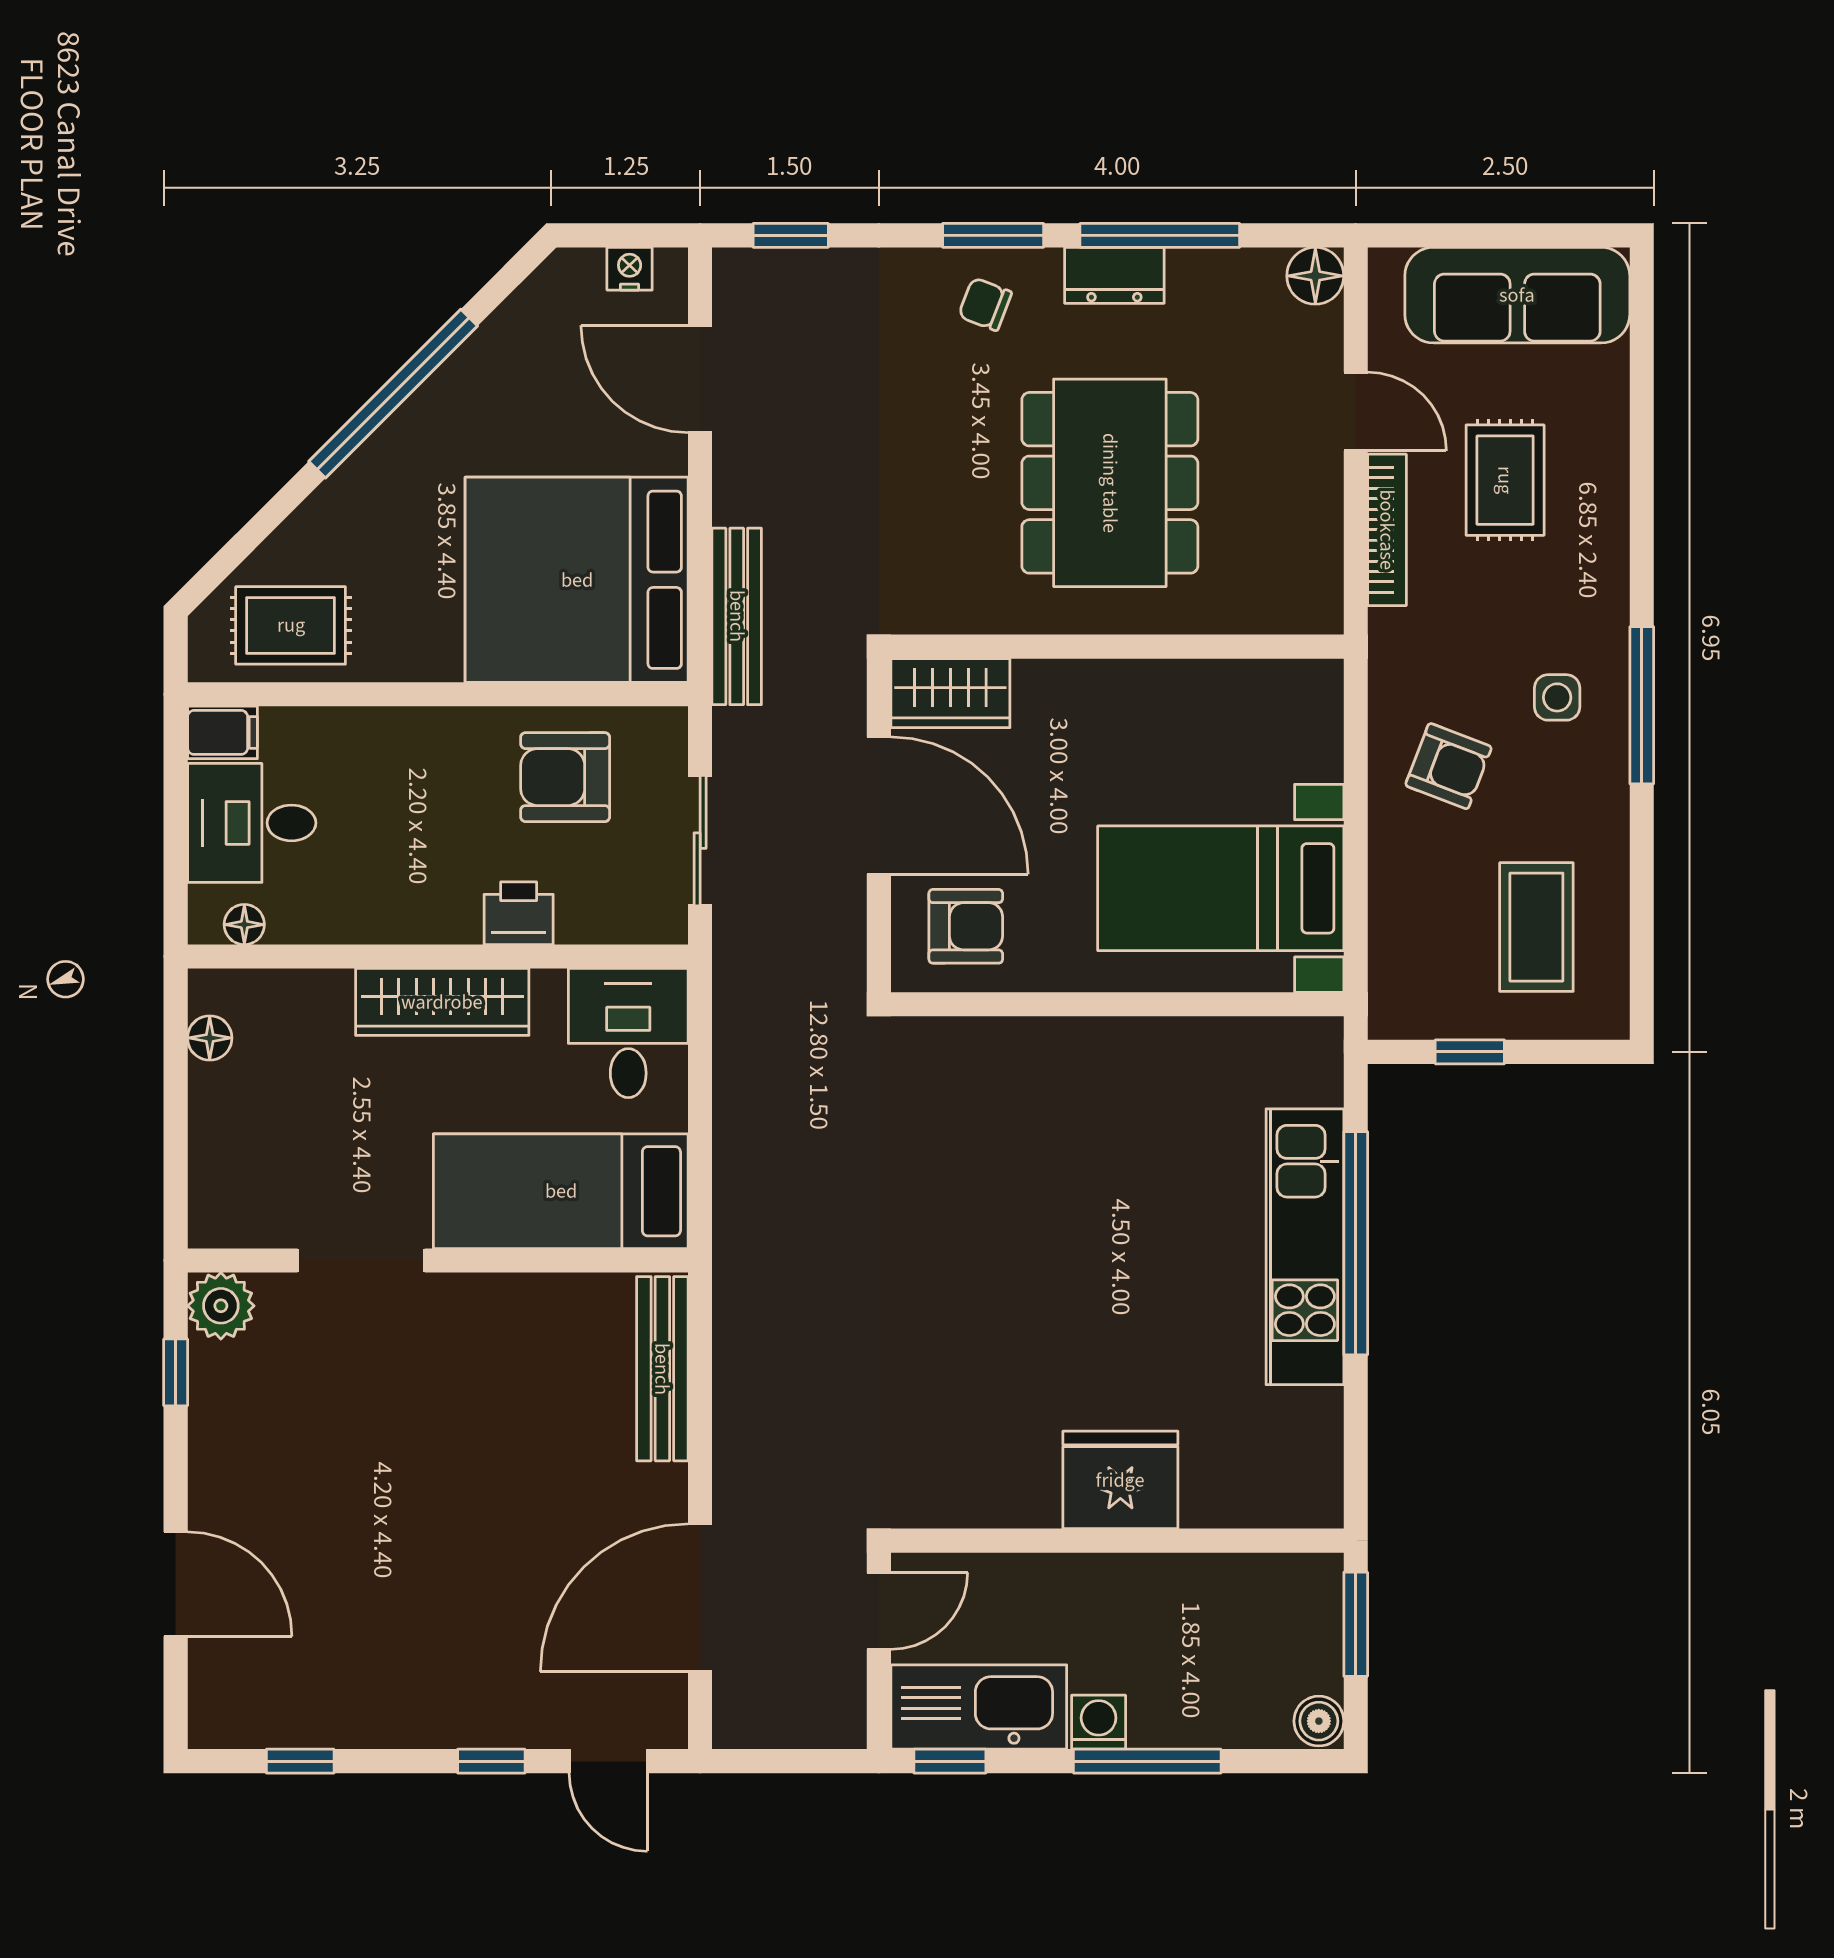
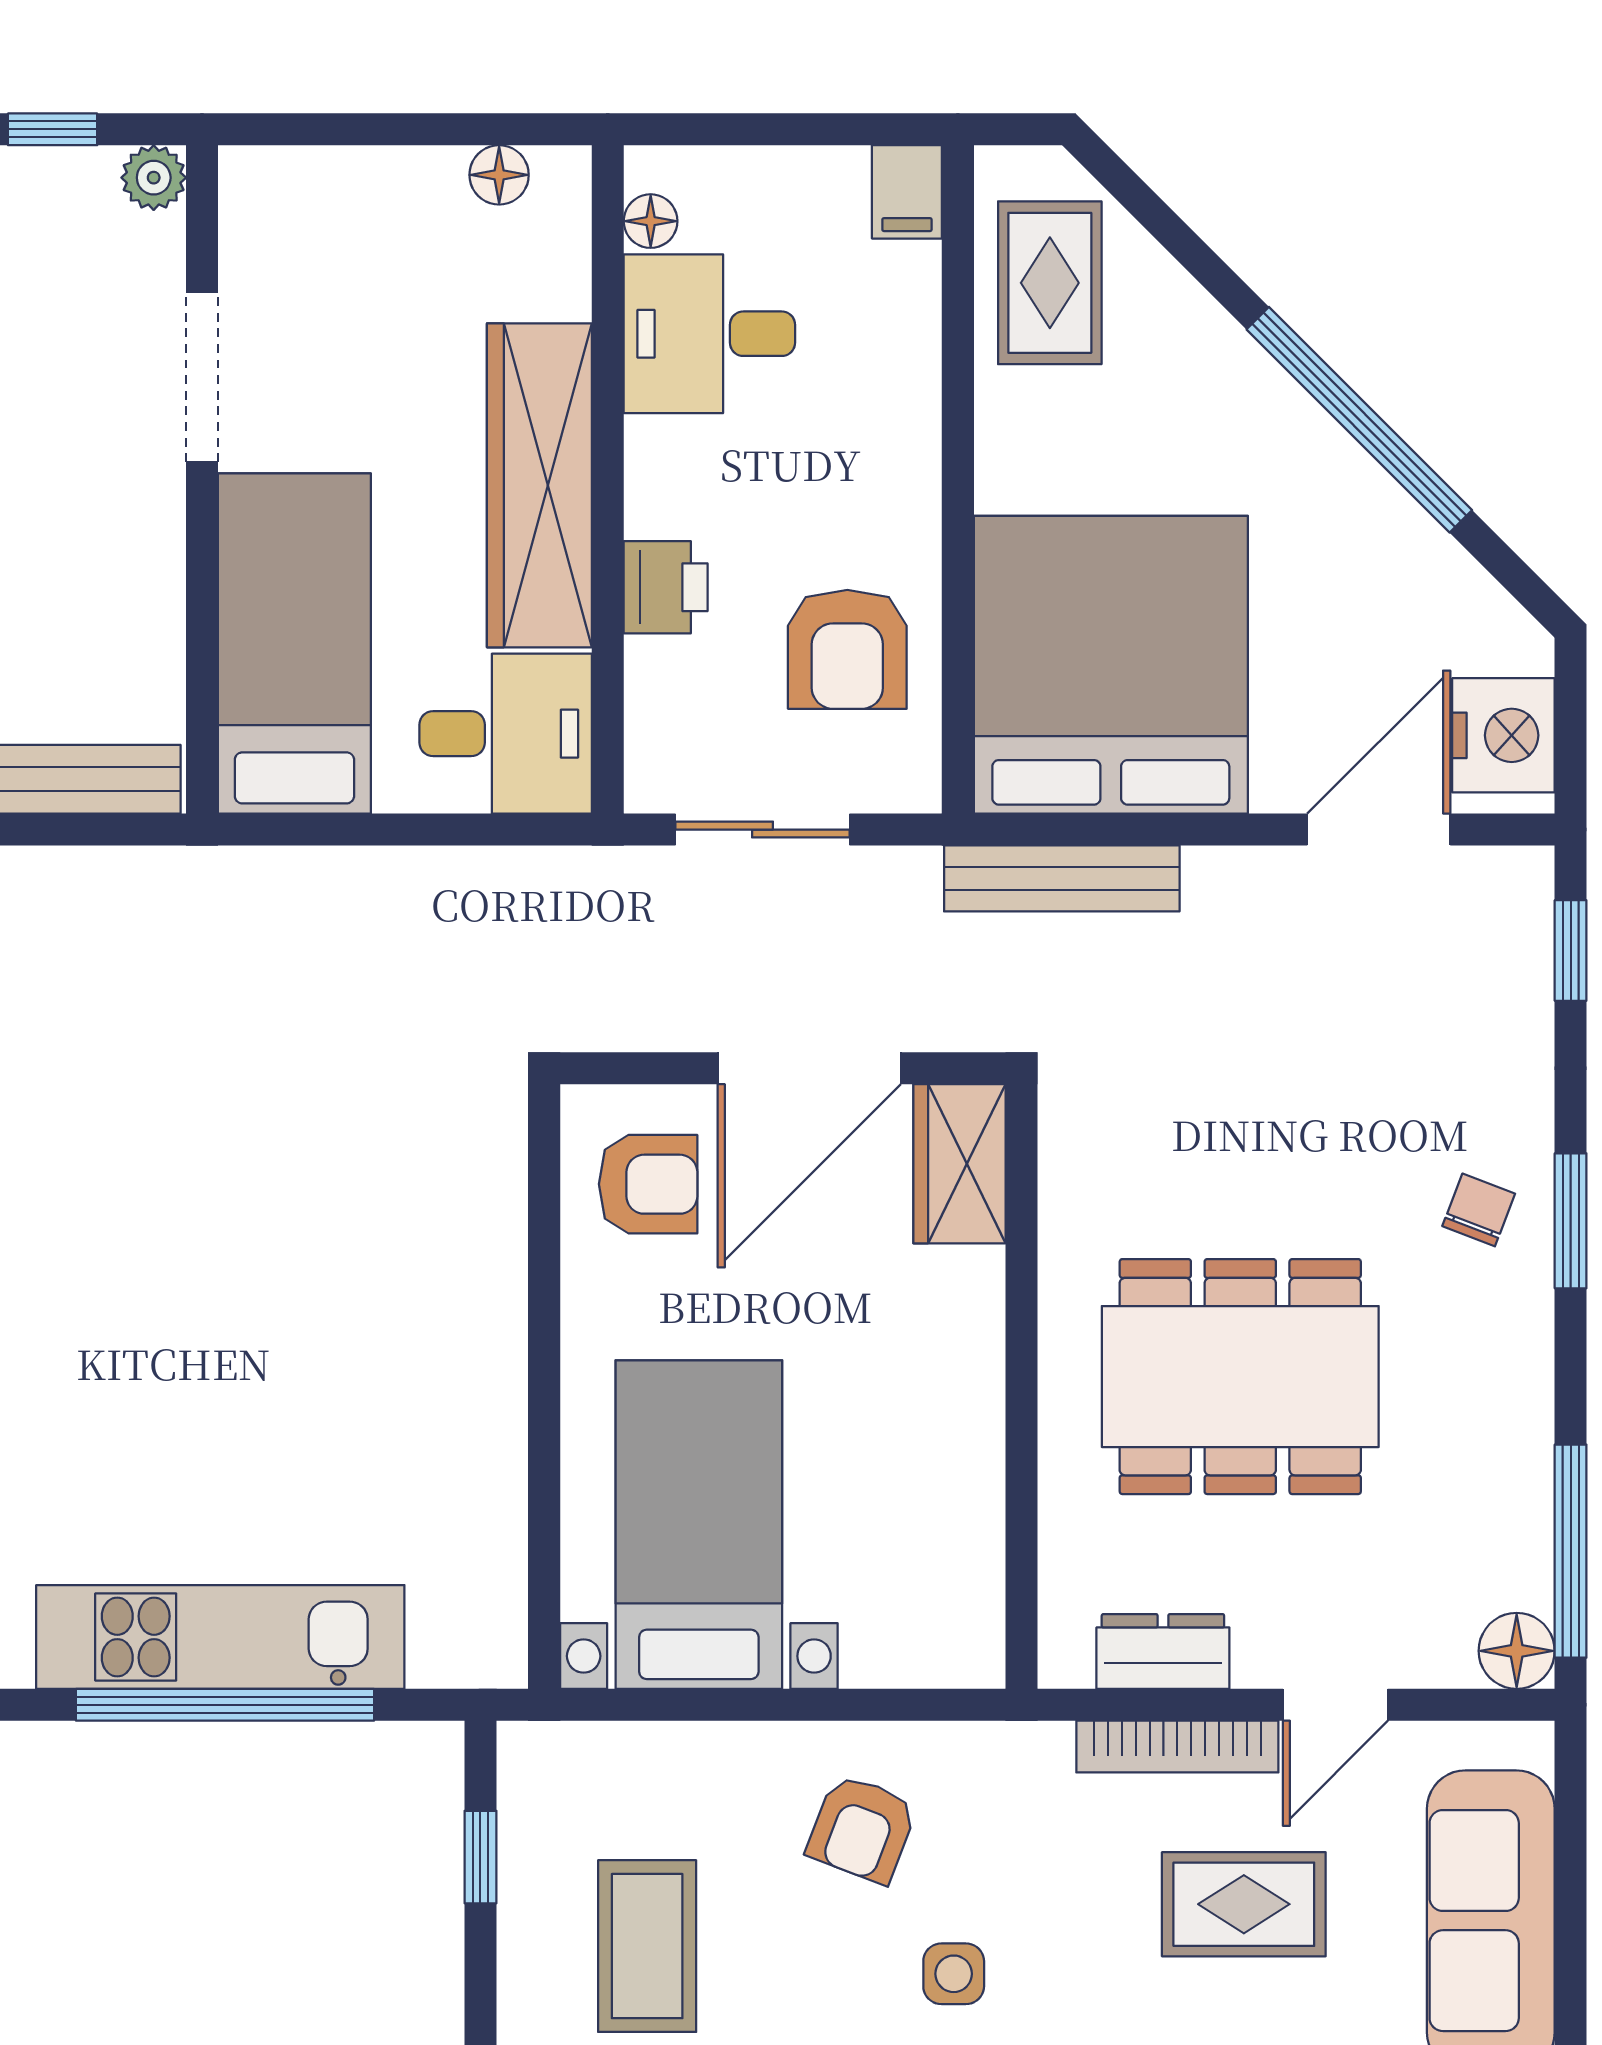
window: (1160, 235) -> (1571, 1551), moved
nightstand: (630, 269) -> (1503, 735), width x1.89, depth x1.79
dresser: (1114, 275) -> (1163, 1651), moved, turned 90
armchair: (565, 777) -> (847, 649), turned 180
desk: (252, 823) -> (709, 334), moved, turned -90
armchair: (966, 926) -> (648, 1184), turned -90
coffee table: (1536, 927) -> (647, 1946), turned 90
wardrobe: (442, 1002) -> (539, 485), width x1.40, depth x1.17
plant: (221, 1306) -> (154, 178), width x0.73, depth x0.73

